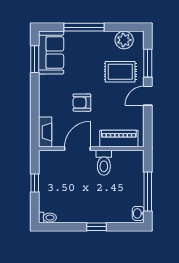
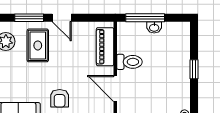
armchair: (82, 103) -> (60, 98), moved
window: (148, 192) -> (145, 18), moved
washbasin: (138, 213) -> (154, 27), moved

